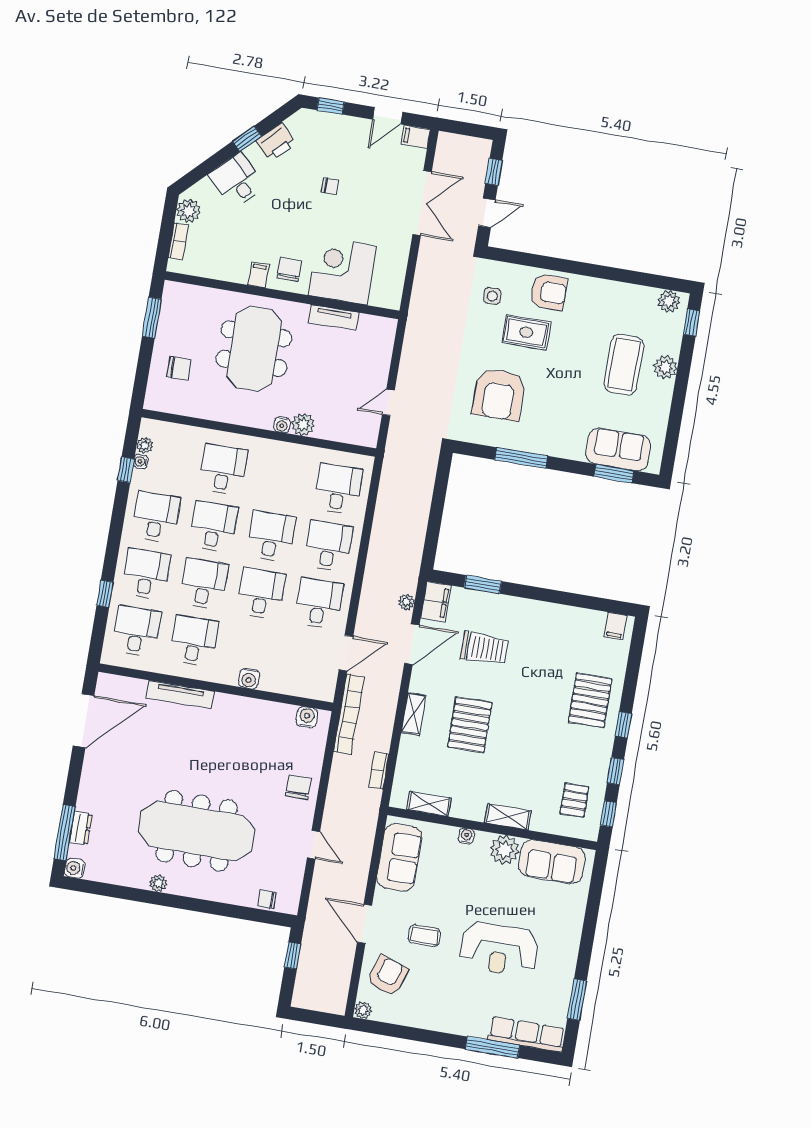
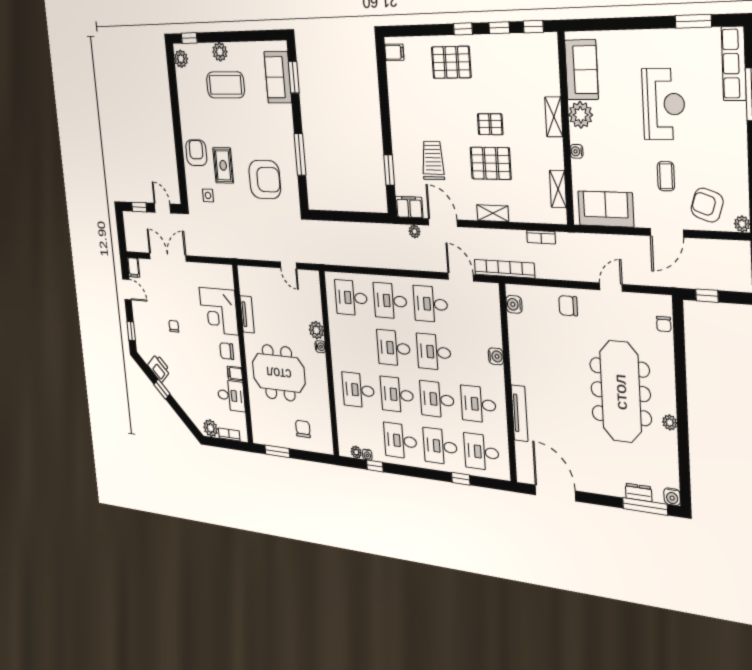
desk: (237, 181) -> (231, 396), moved, turned -135
pallet: (574, 800) -> (490, 124), moved

